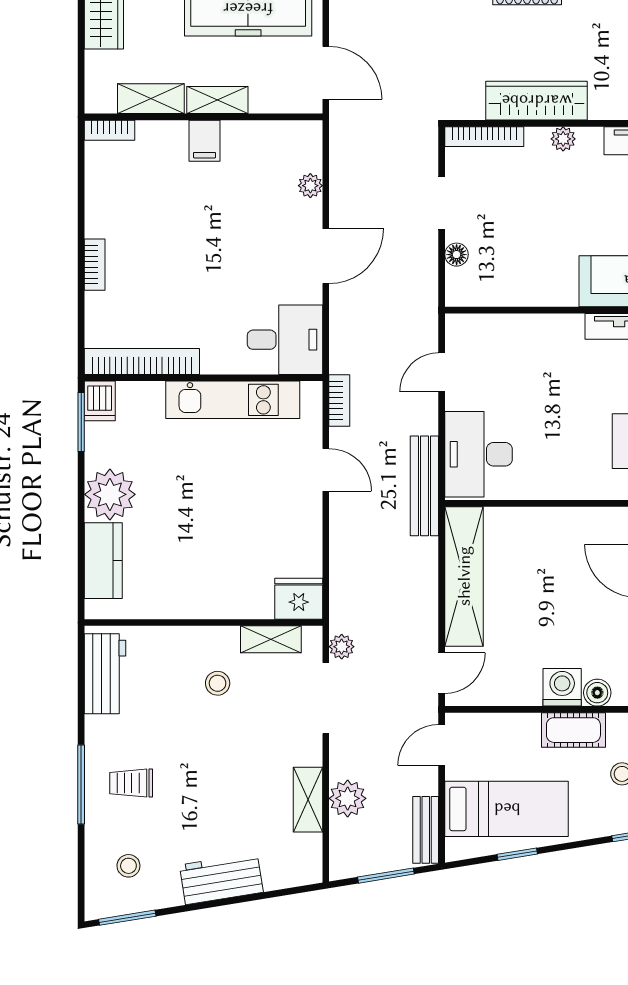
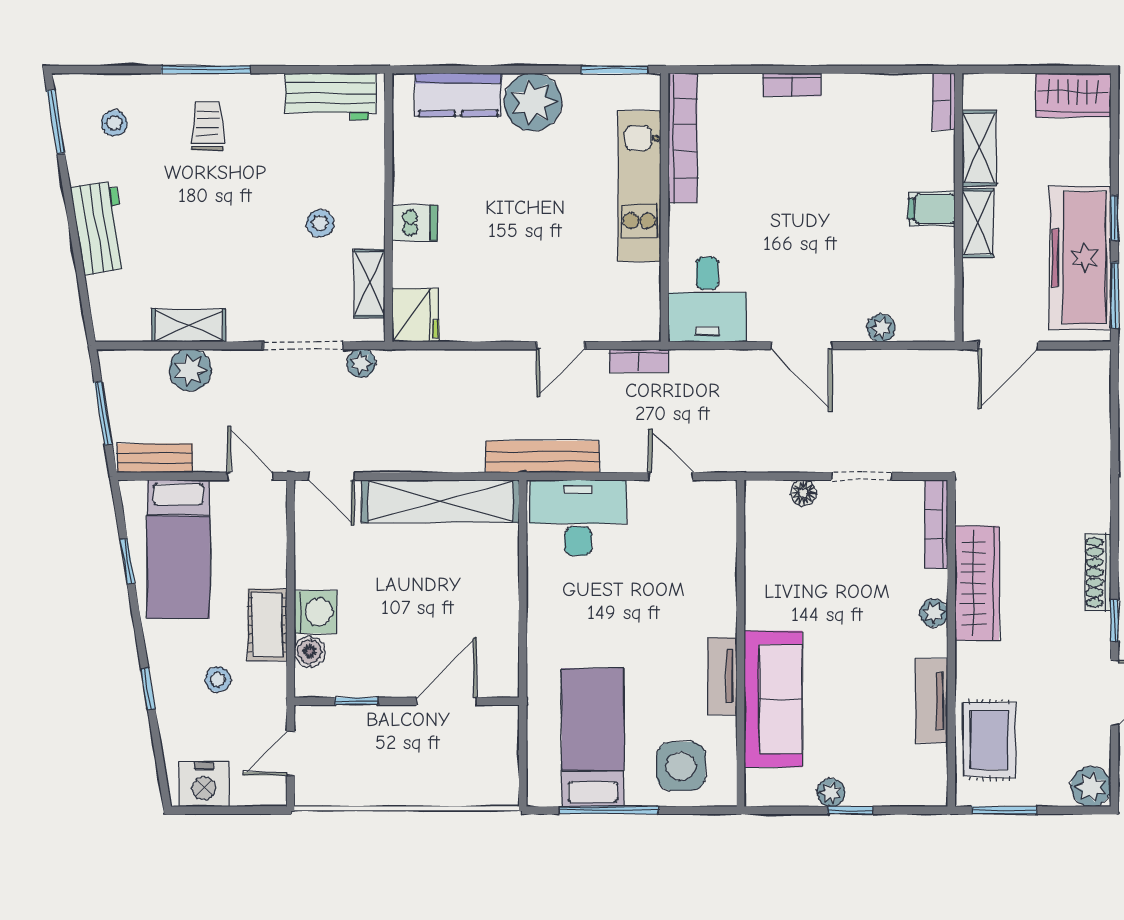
kitchen unit: (233, 400) -> (640, 186), moved
dishwasher: (100, 401) -> (415, 223), moved, turned 180

